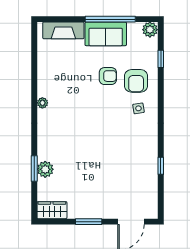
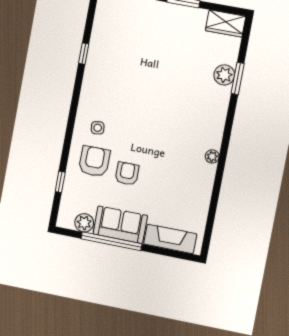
plant: (150, 30) -> (84, 223), moved
armchair: (108, 76) -> (127, 174), turned 90

